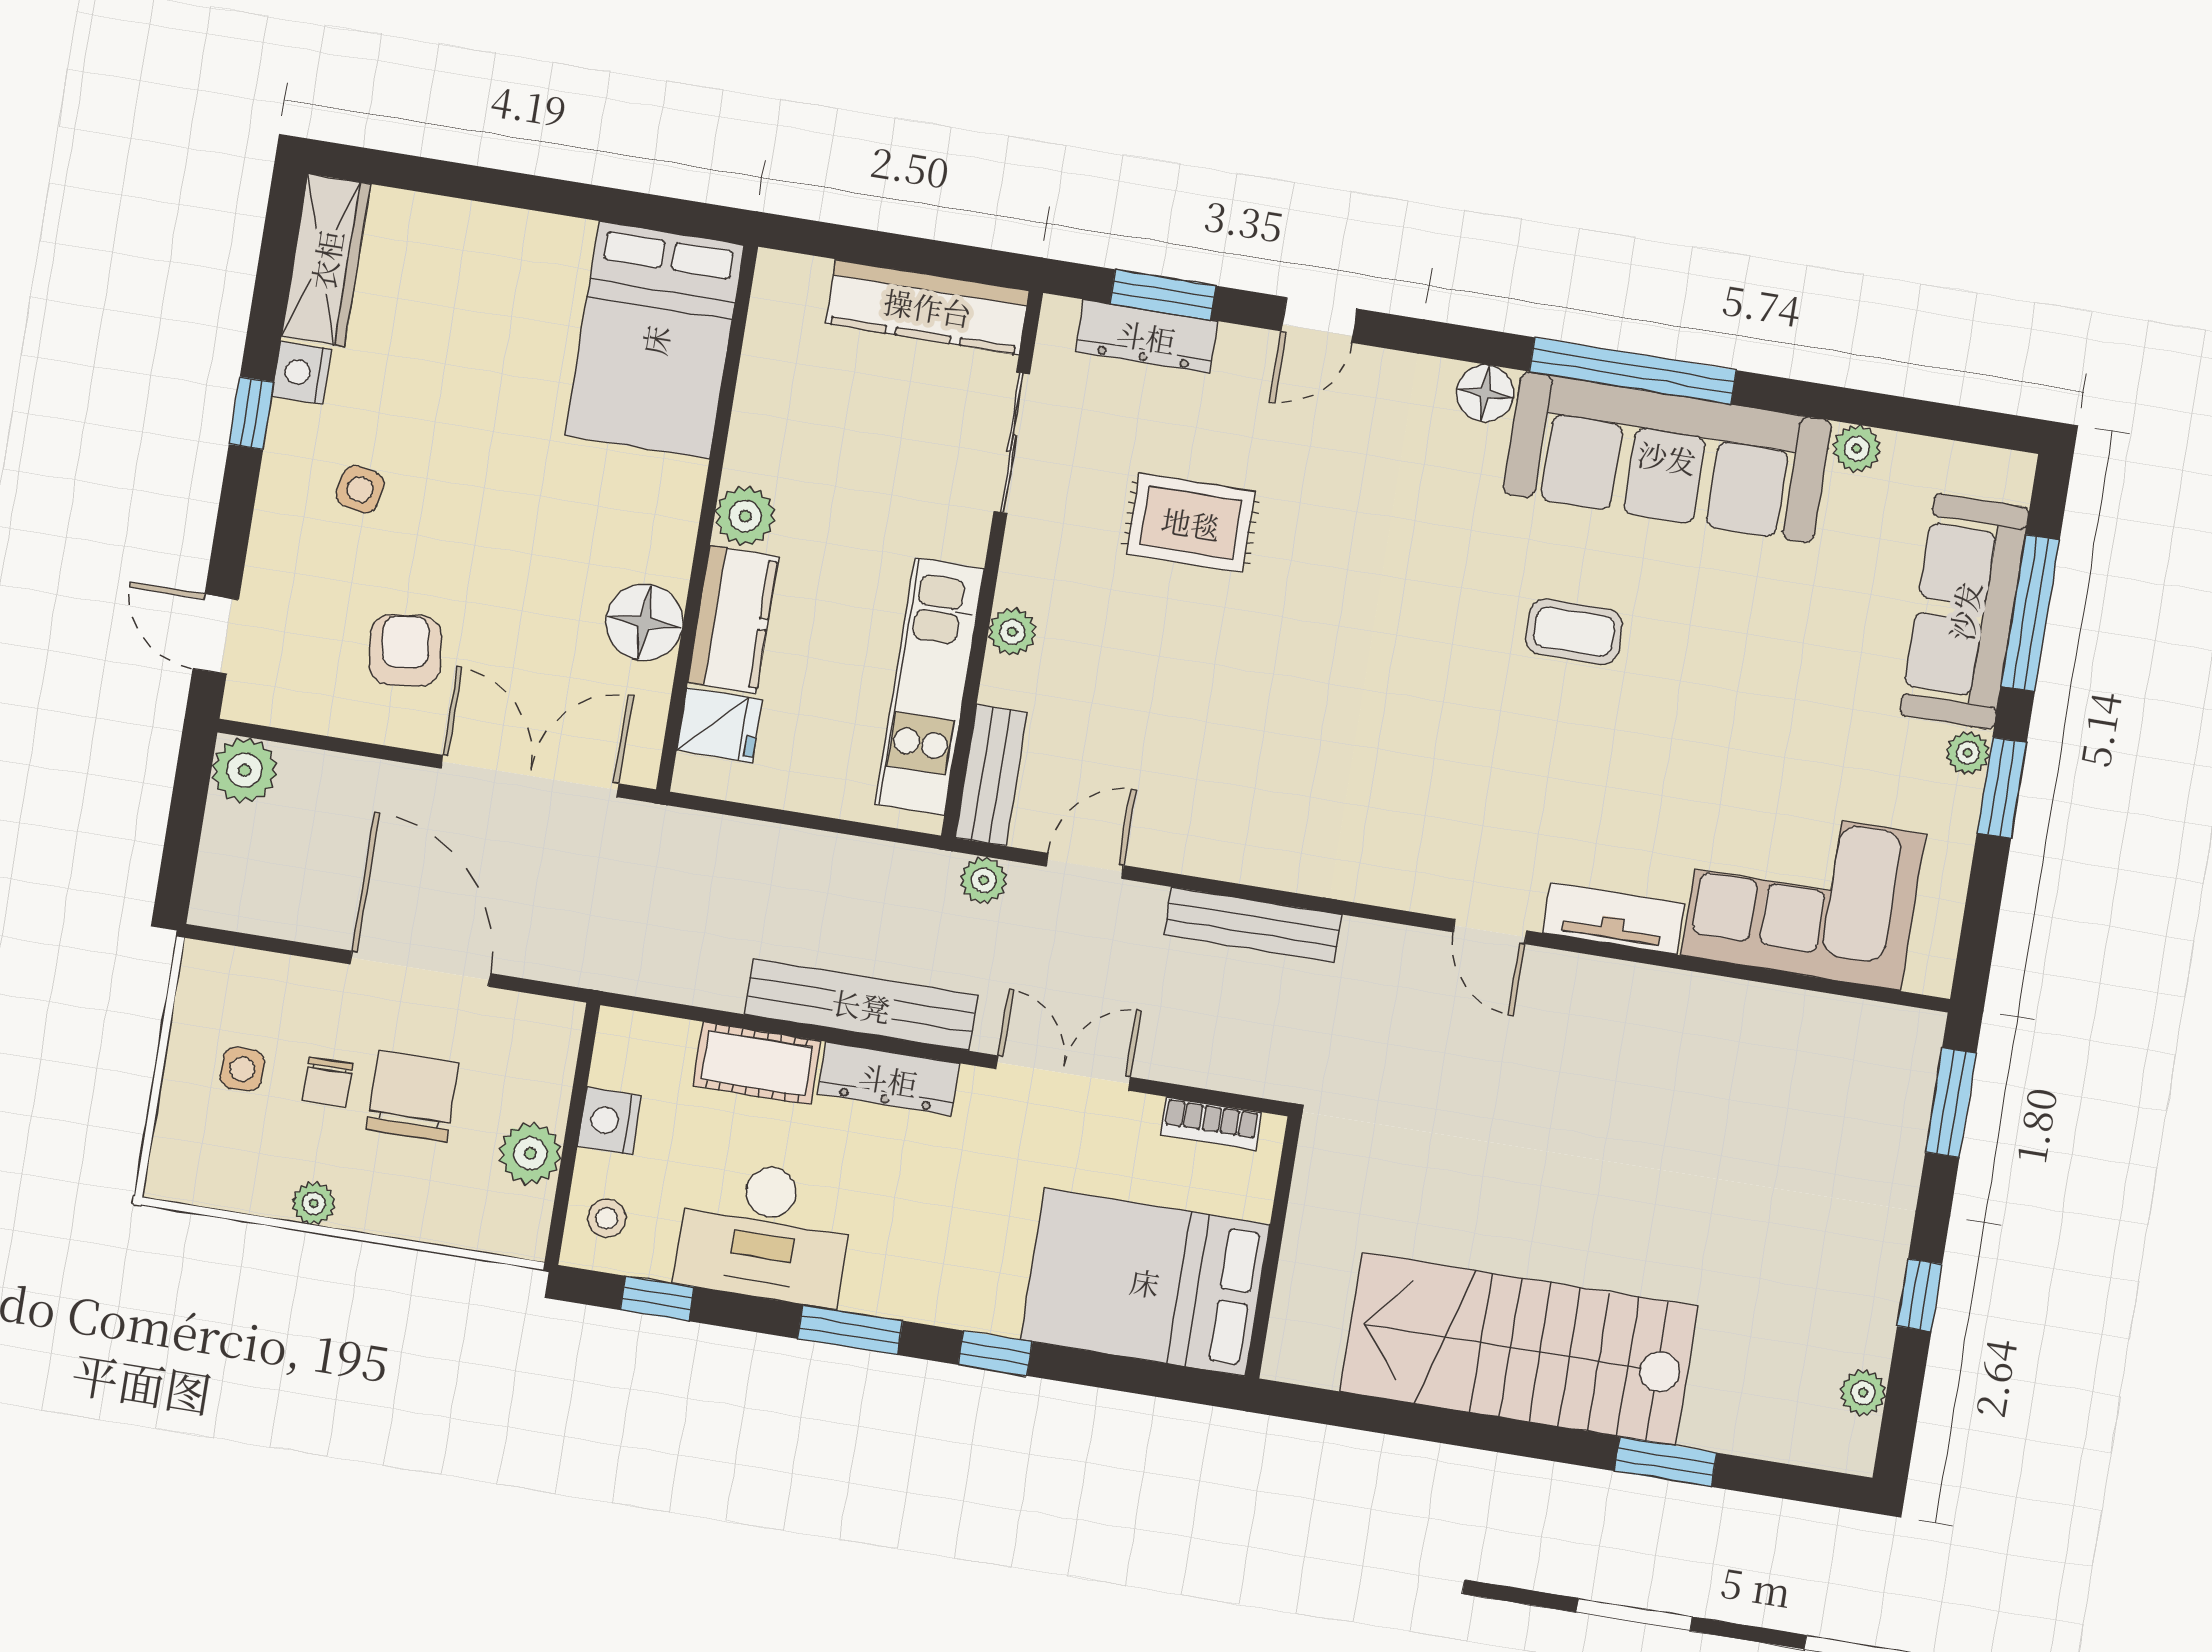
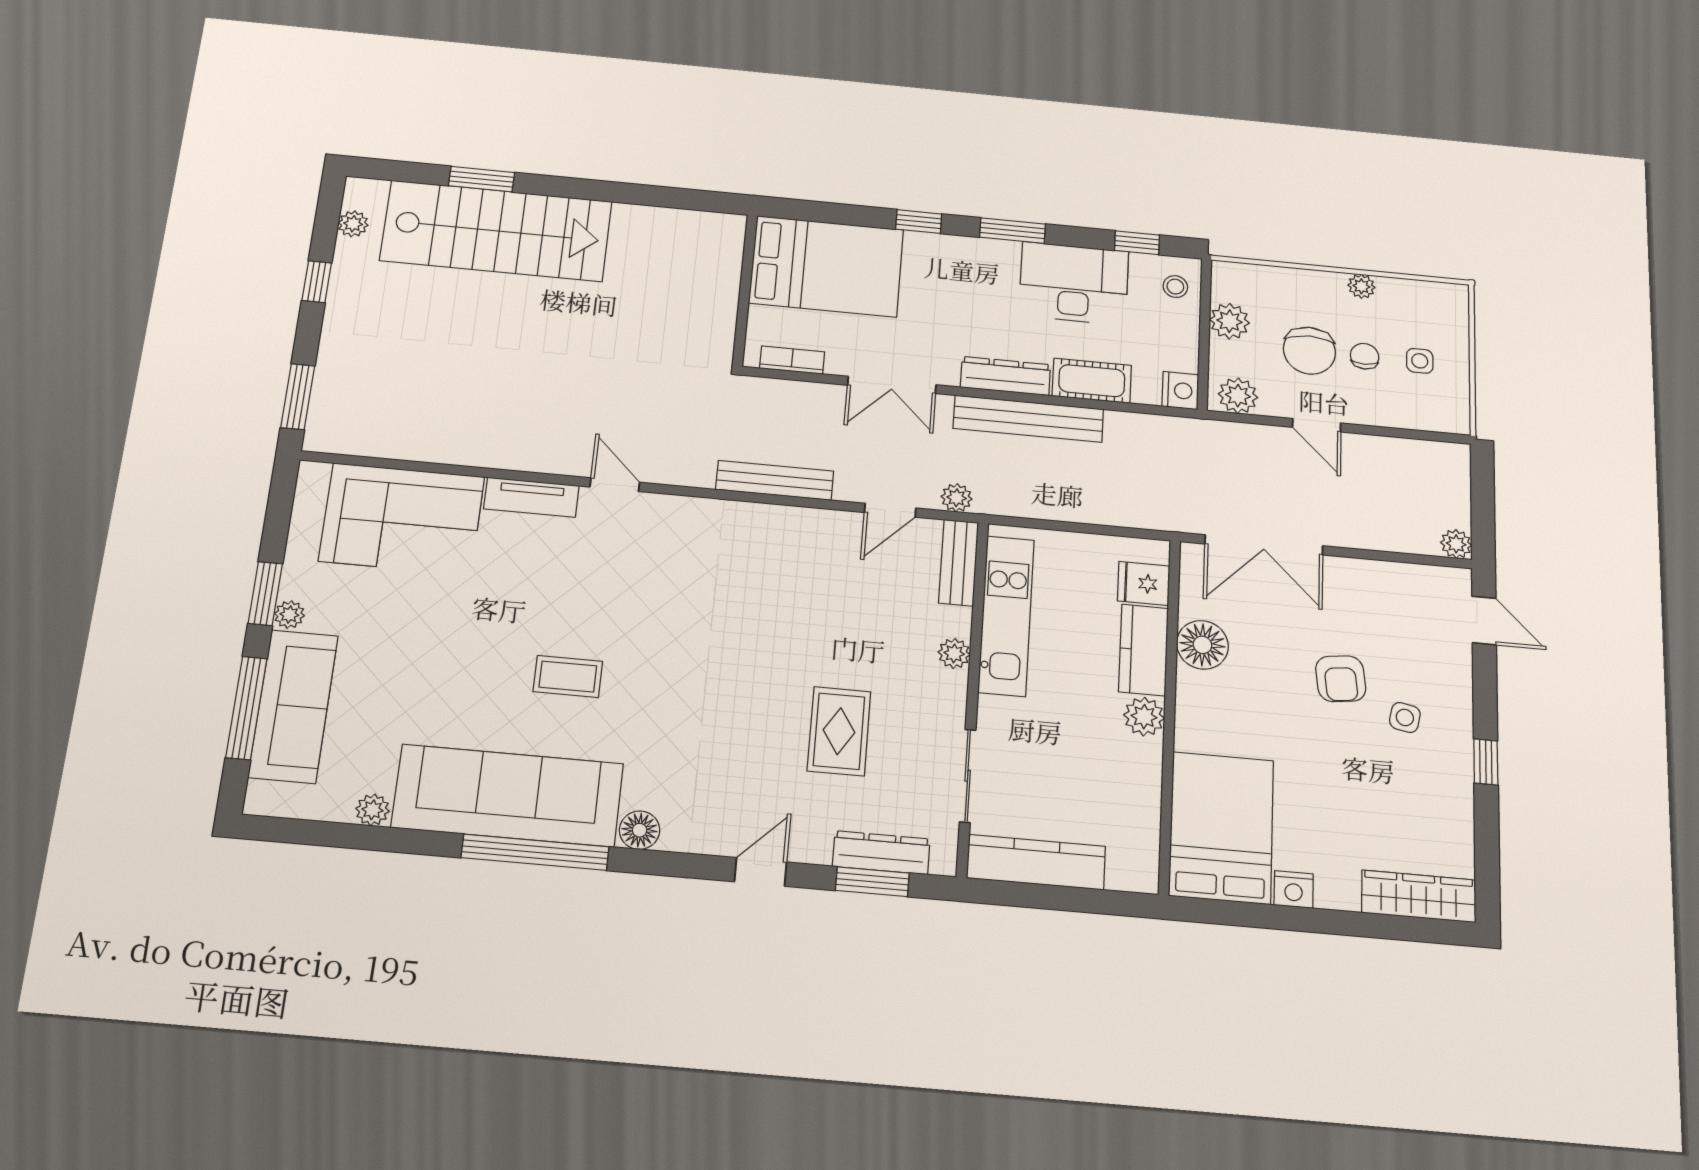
wardrobe: (326, 260) -> (1419, 896), moved, turned 90
nightstand: (302, 373) -> (1294, 889), moved, turned 90
rug: (1191, 523) -> (839, 731), turned 90
armchair: (405, 650) -> (1341, 679), moved
plant: (245, 770) -> (1456, 544), width x0.73, depth x0.73
door: (420, 969) -> (1317, 425), width x0.53
plant: (535, 1025) -> (1238, 396), added
nightstand: (609, 1121) -> (1180, 391), moved
stairs: (1519, 1349) -> (496, 231), moved

